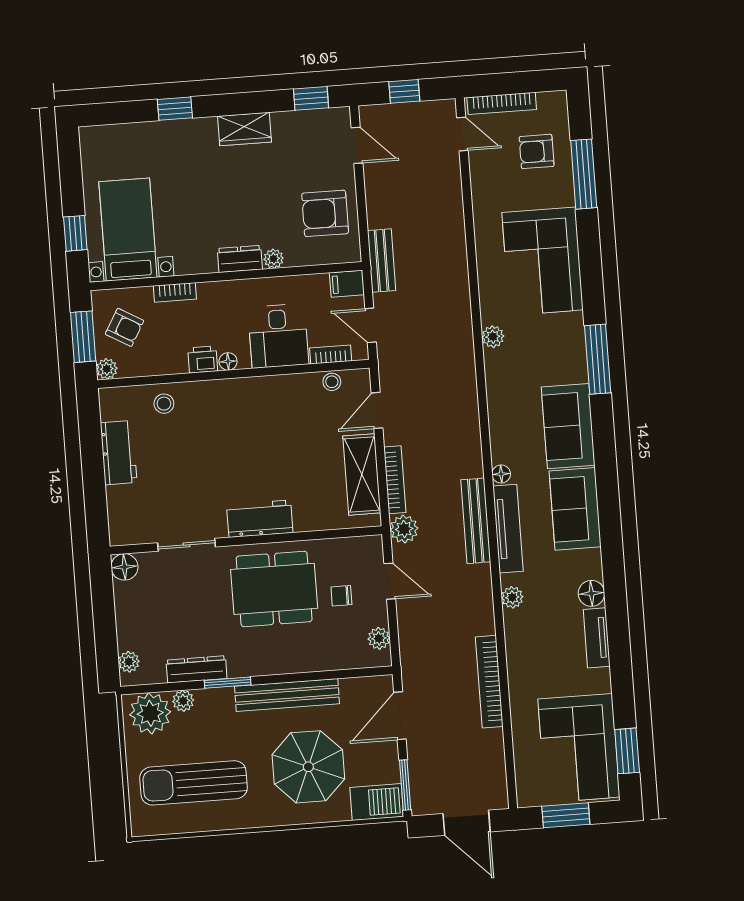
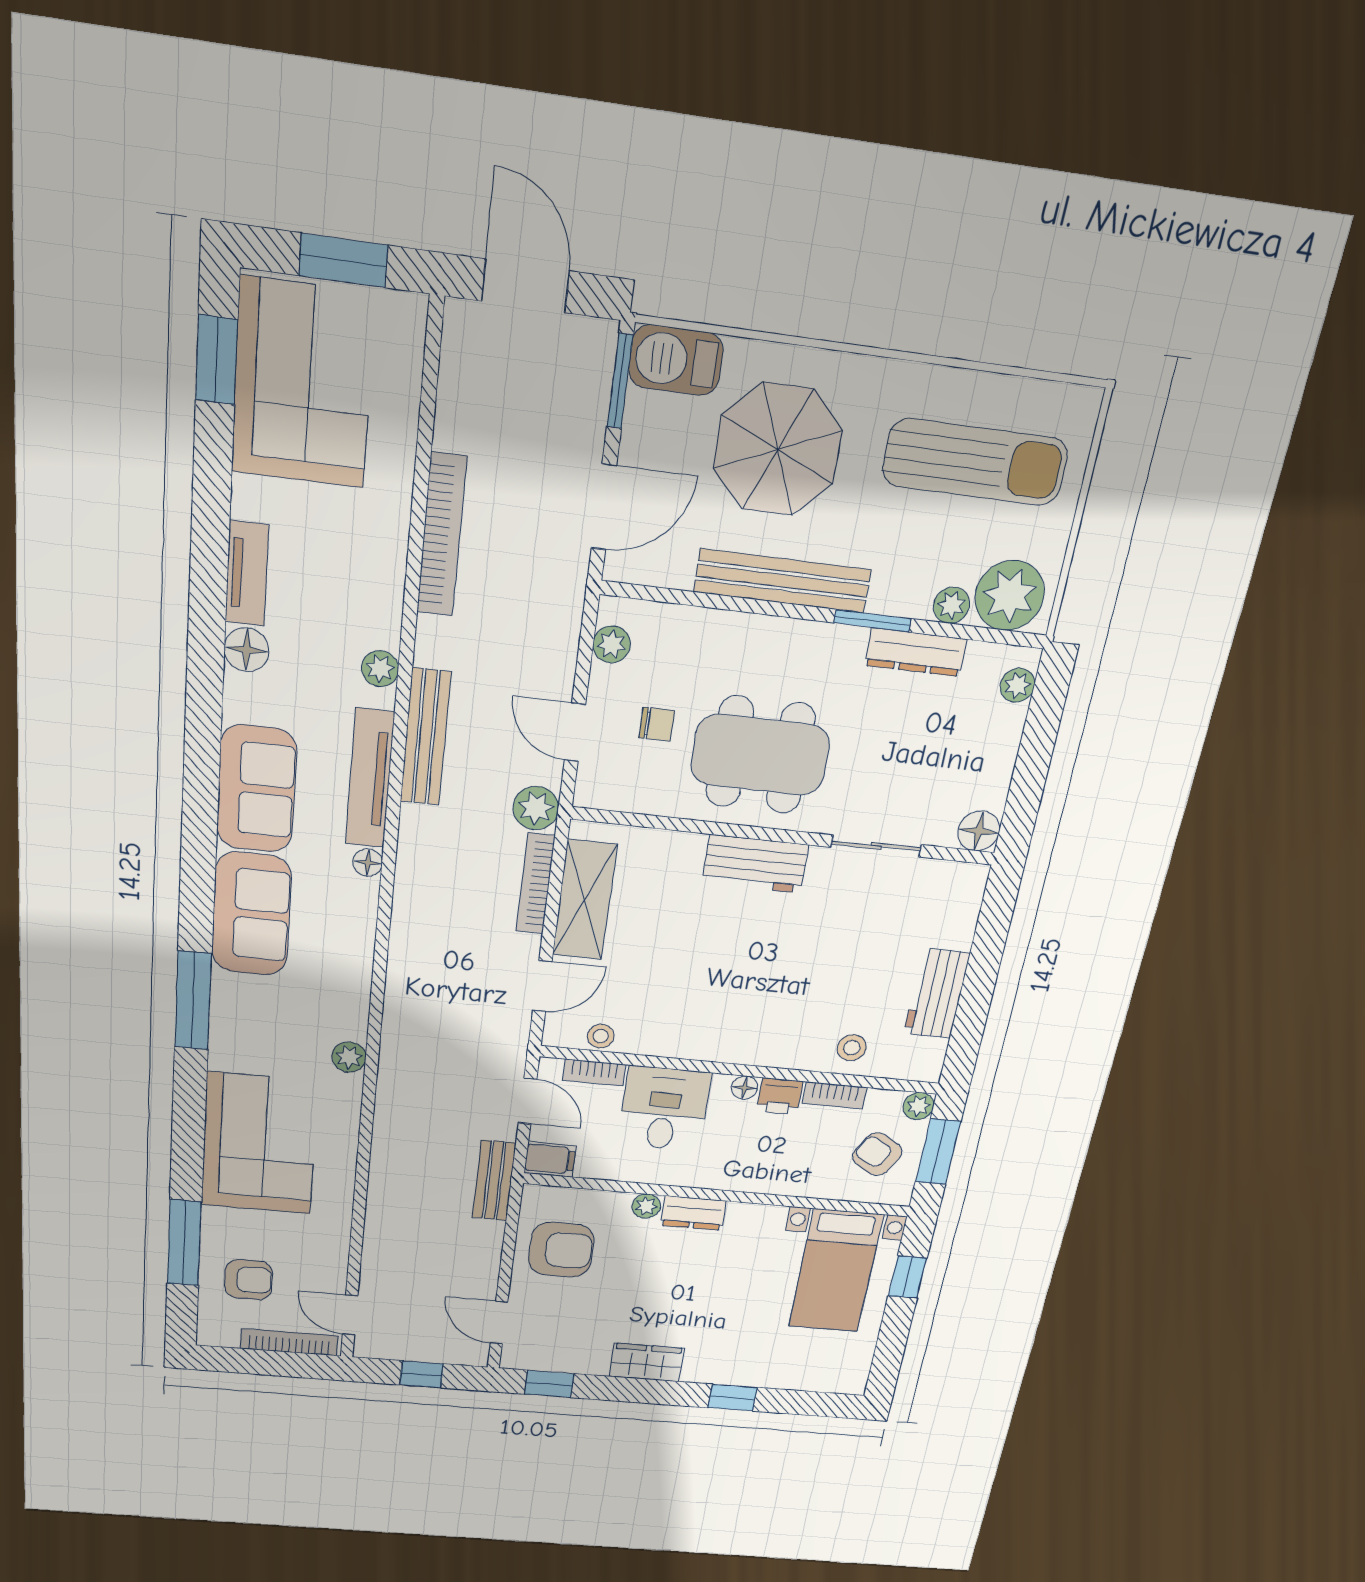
bookcase: (175, 292) -> (835, 1095), moved, turned 180
bench: (476, 521) -> (426, 737), moved

